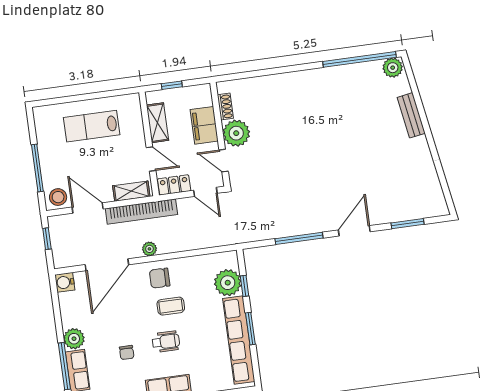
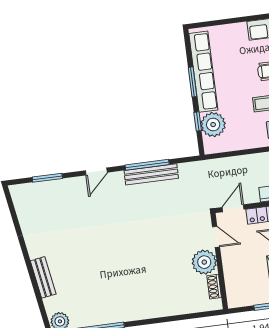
filing cabinet: (204, 125) -> (234, 269), removed
door: (205, 192) -> (233, 208), hinge flipped
bench: (295, 228) -> (151, 174), added
door: (354, 231) -> (96, 171), width x0.73

